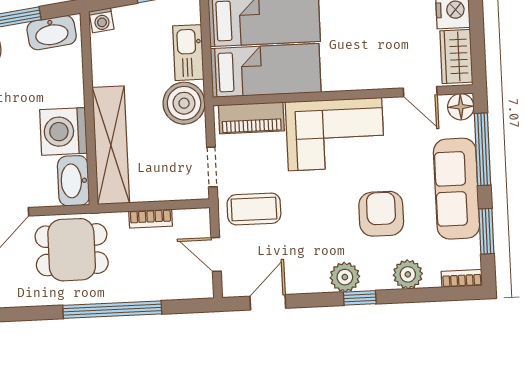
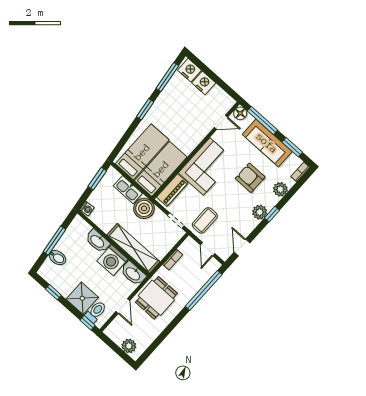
washbasin: (52, 33) -> (97, 241), moved, turned 97
wardrobe: (456, 57) -> (221, 98), removed
door: (216, 254) -> (208, 249), hinge flipped
window: (112, 310) -> (204, 290), moved

